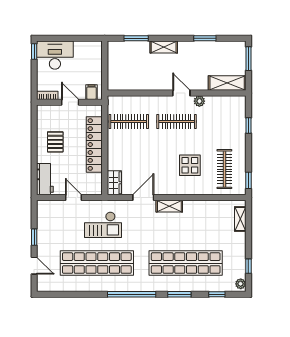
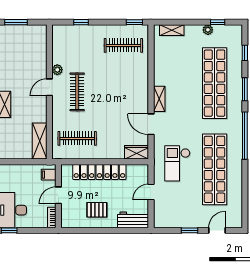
shelving: (227, 83) -> (40, 141), moved
clothes rail: (129, 122) -> (77, 138), turned 90
display table: (190, 165) -> (120, 79), removed
checkout: (103, 225) -> (177, 163), turned 180
plant: (241, 284) -> (208, 30), moved

